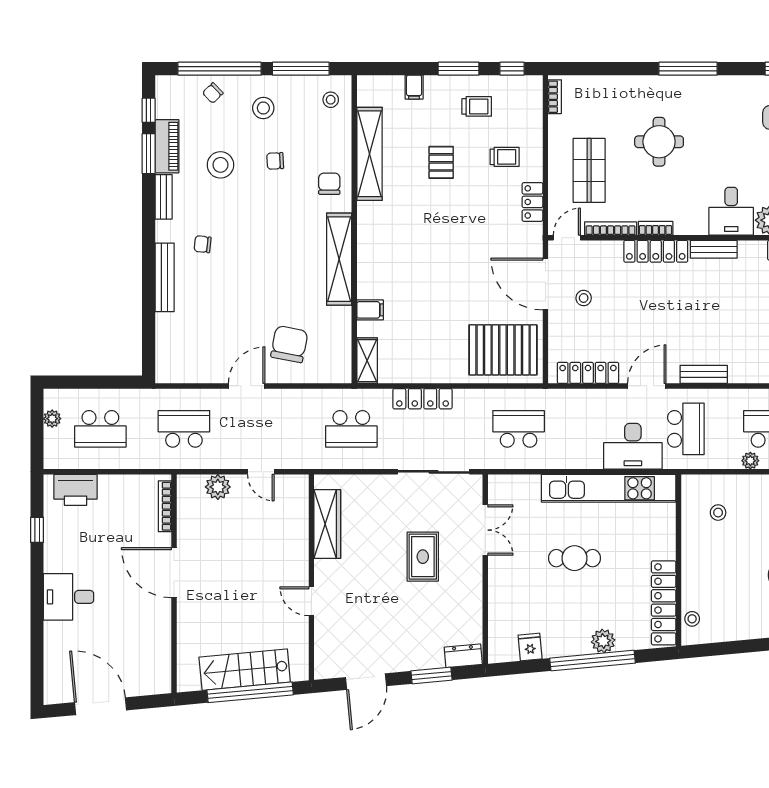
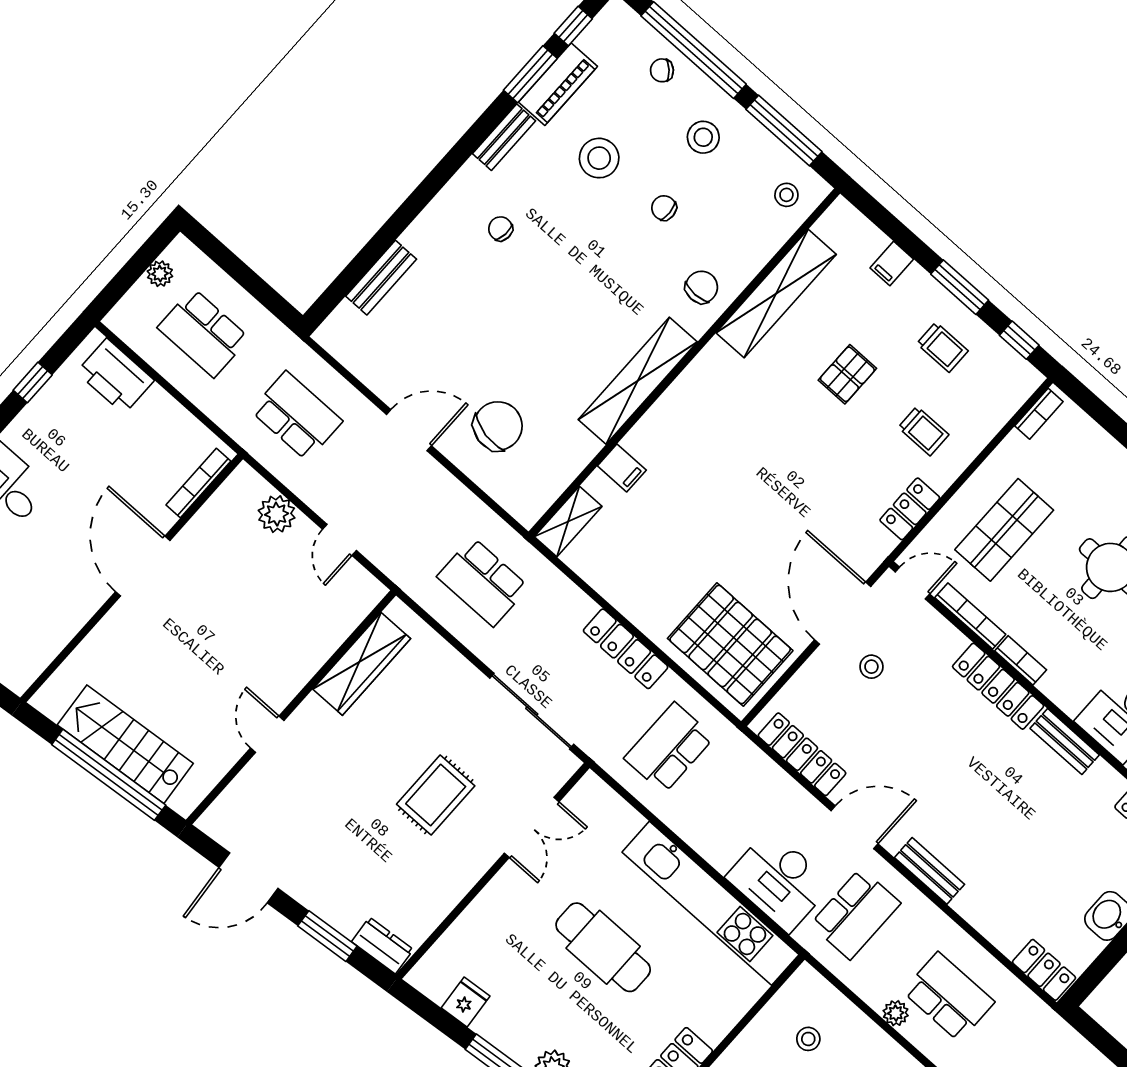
bench: (165, 277) -> (381, 278), moved, width x0.73
locker: (423, 399) -> (626, 649), moved
school desk: (519, 429) -> (669, 748), turned -90
cafe table: (574, 558) -> (603, 947), width x1.37, depth x1.35

